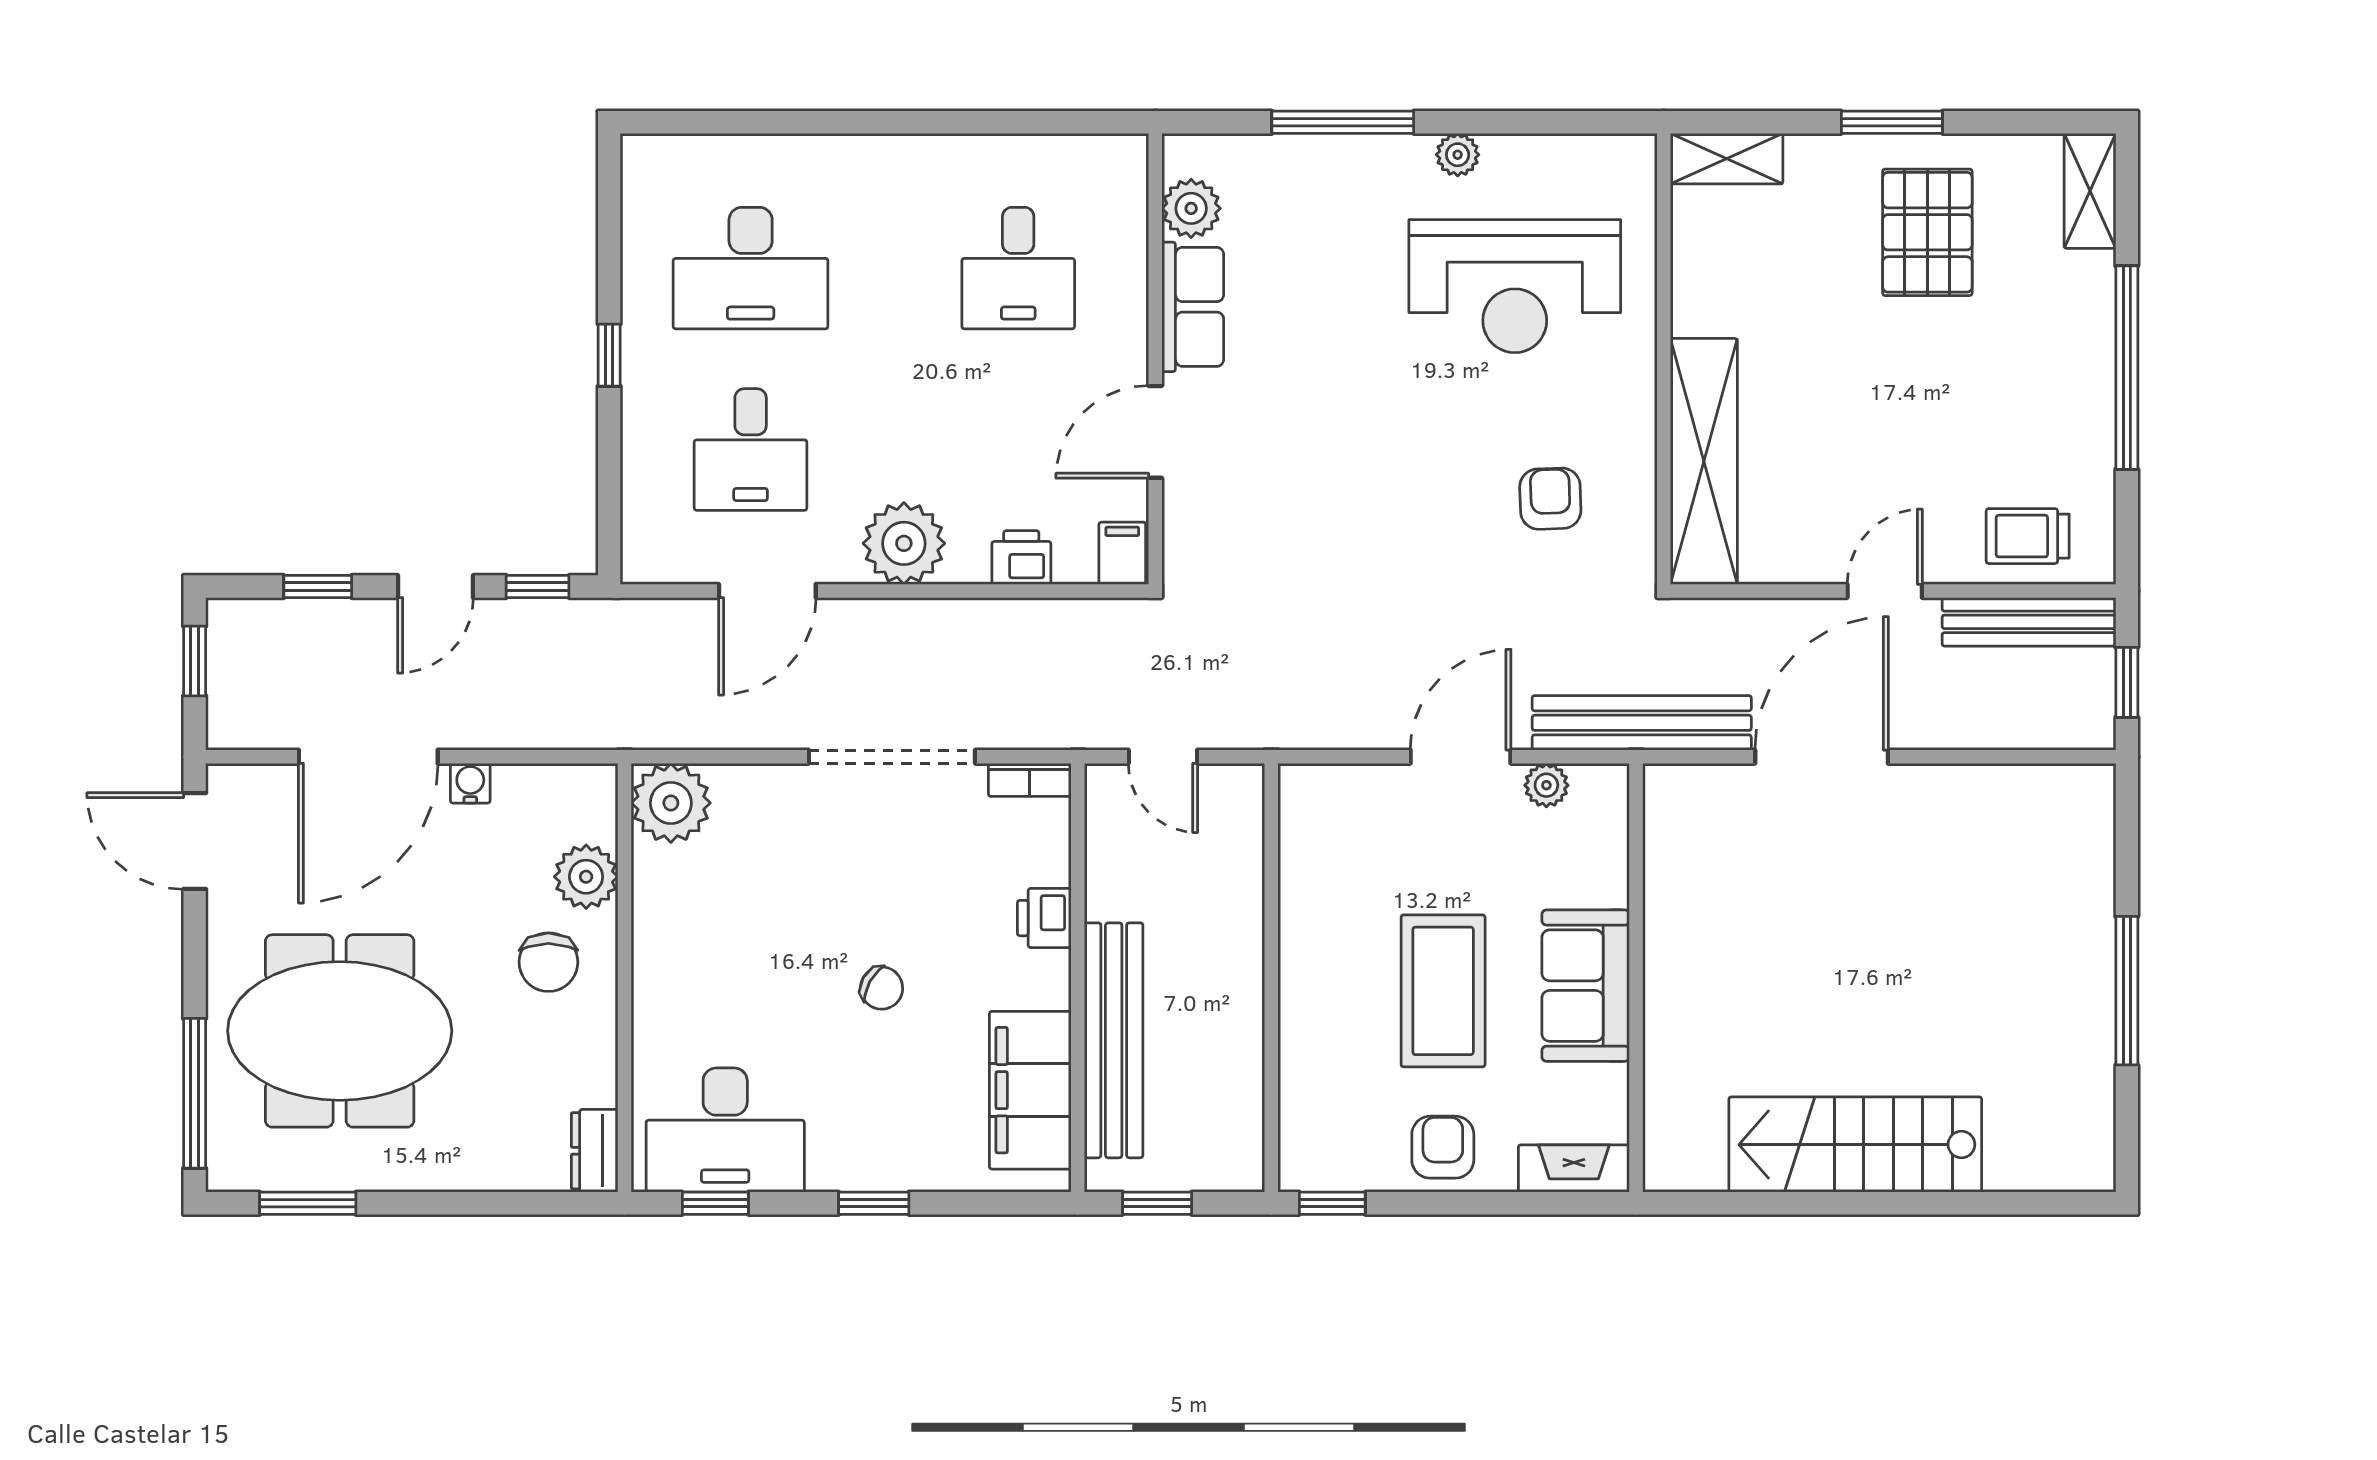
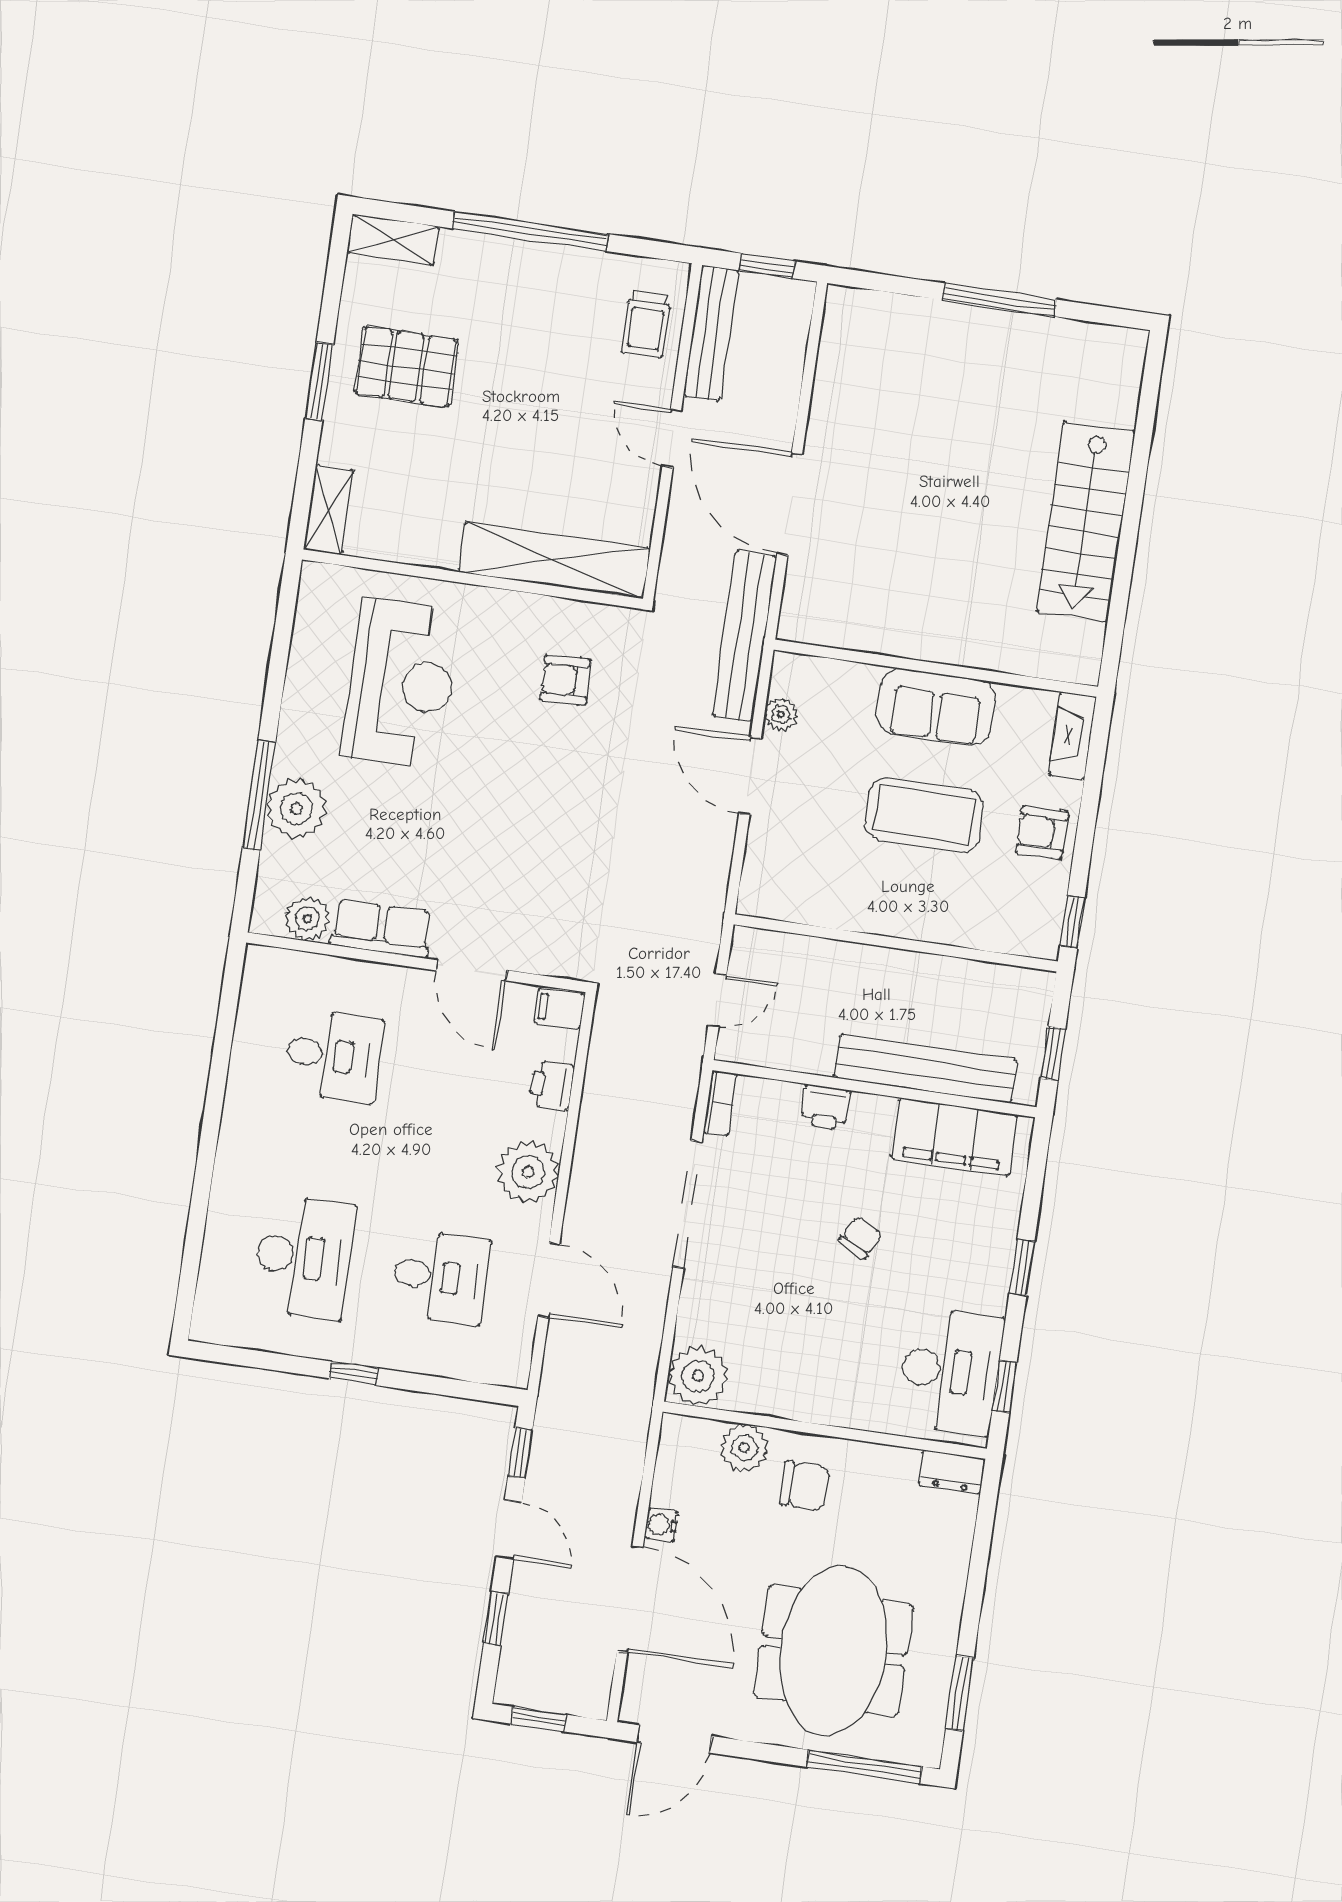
plant: (1458, 155) -> (296, 809), moved, width x1.88, depth x1.88

